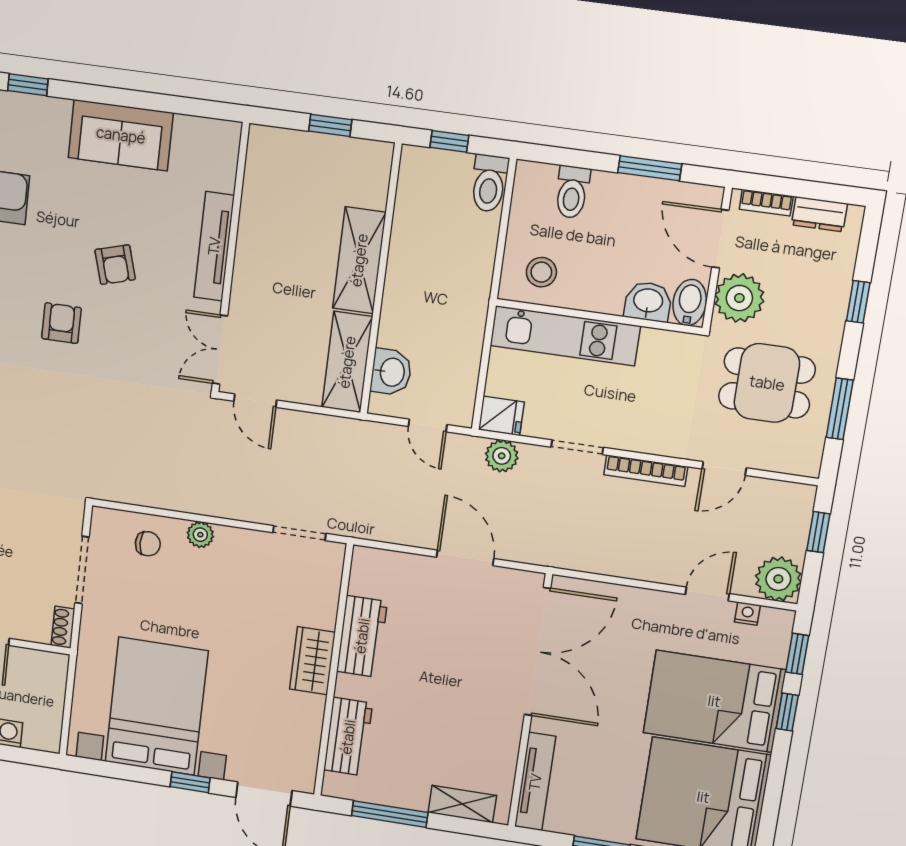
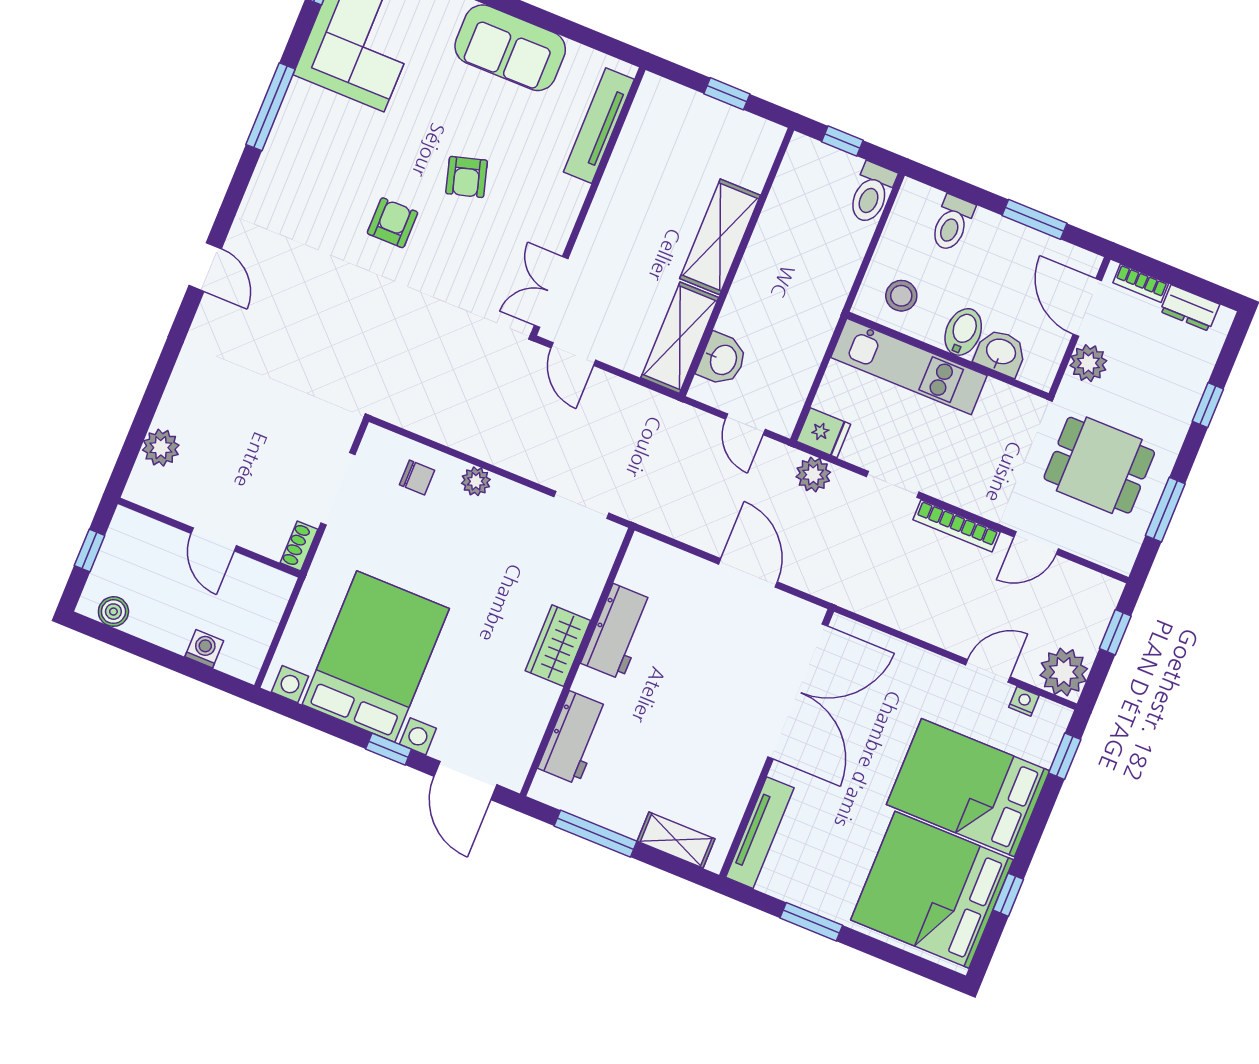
tv unit: (214, 246) -> (599, 126), moved
plant: (739, 298) -> (1088, 363), width x0.73, depth x0.73
bidet: (690, 303) -> (963, 332), moved
window: (787, 712) -> (1008, 895), moved

